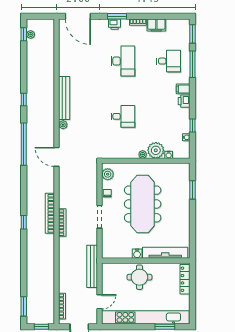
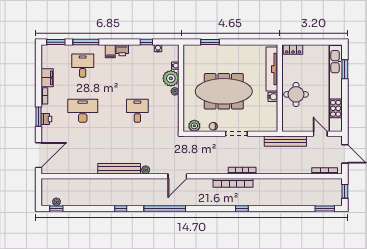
locker: (185, 279) -> (293, 50), width x0.66

